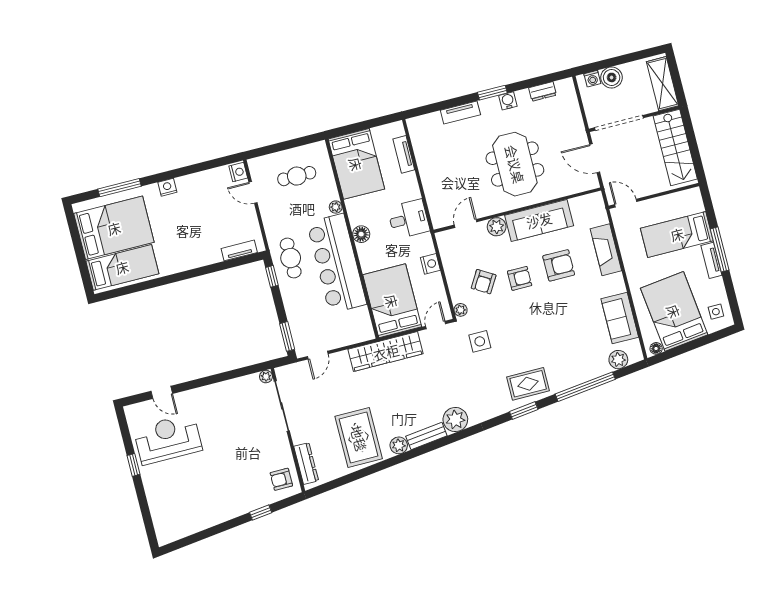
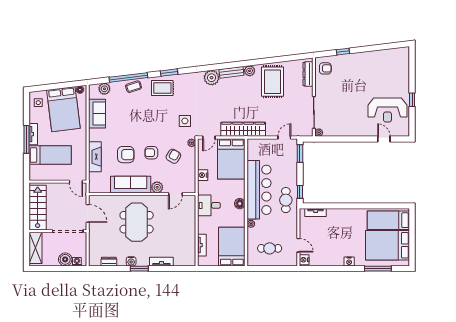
armchair: (559, 265) -> (126, 155), turned 180
coffee table: (574, 375) -> (134, 87), added

